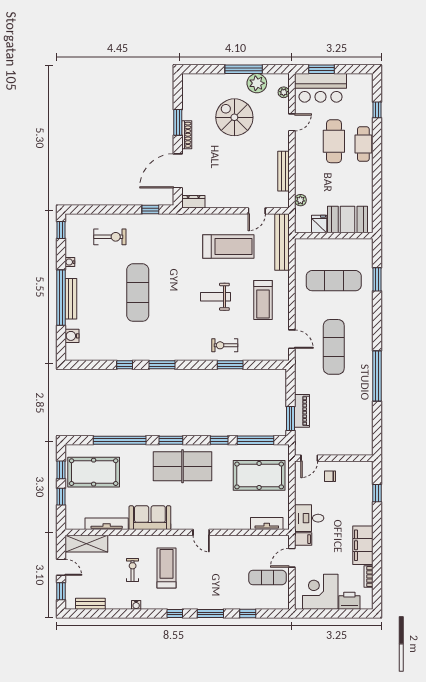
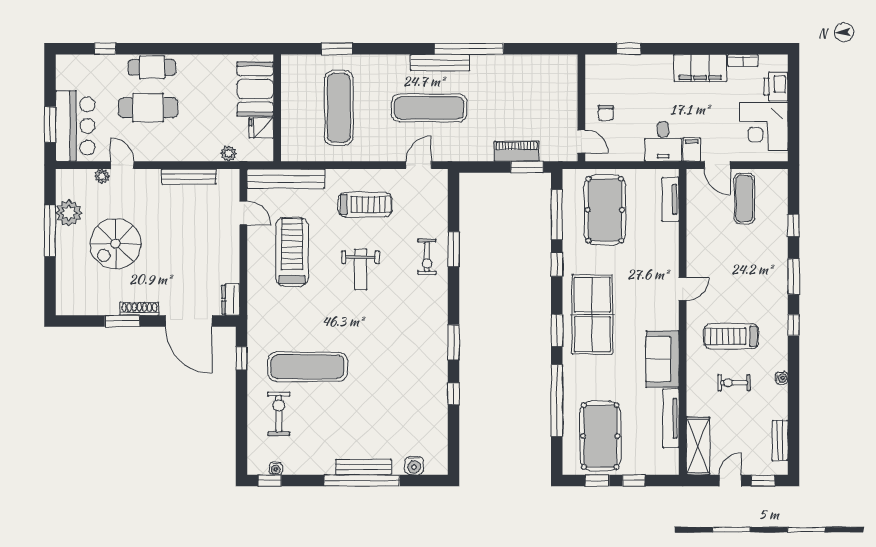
plant: (284, 92) -> (102, 176), moved
water cooler: (70, 262) -> (276, 468), moved
exercise mat: (138, 293) -> (307, 367), moved
bench: (367, 355) -> (440, 63), added

